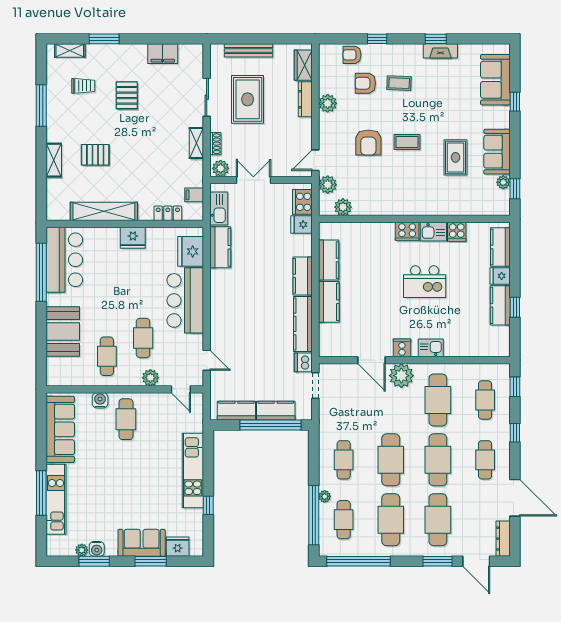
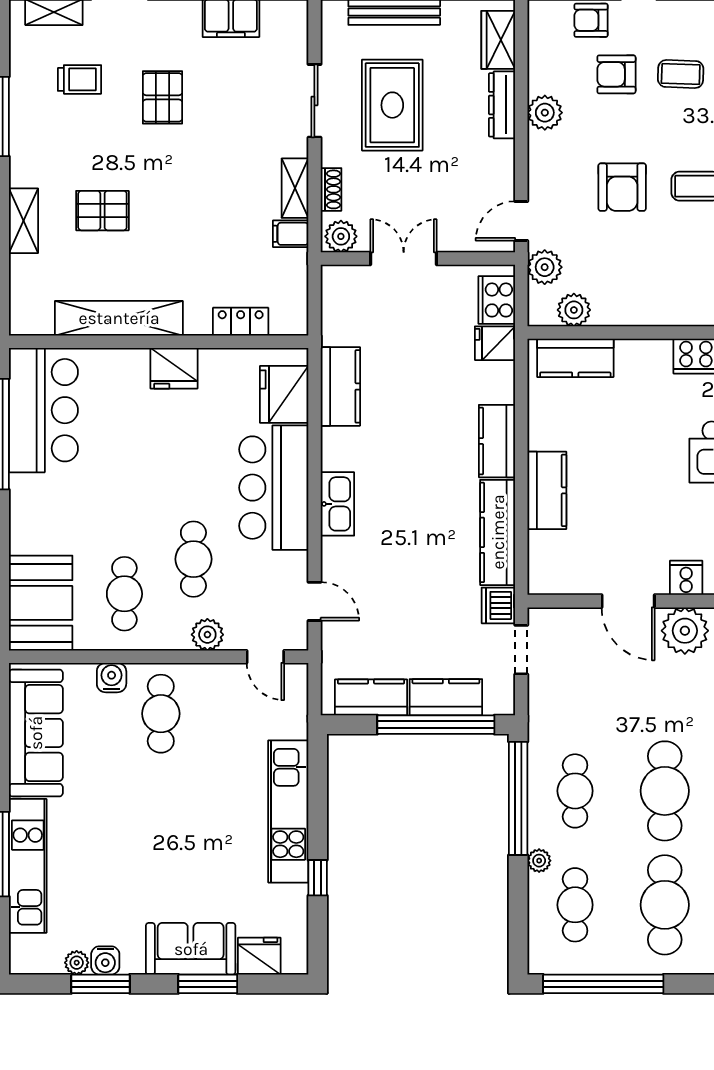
filing cabinet: (194, 195) -> (291, 234), moved
kitchen sink: (219, 209) -> (337, 504), moved
kitchen counter: (329, 260) -> (575, 358), moved, turned 90
booth: (63, 331) -> (41, 603), moved
window: (314, 515) -> (518, 798), moved

